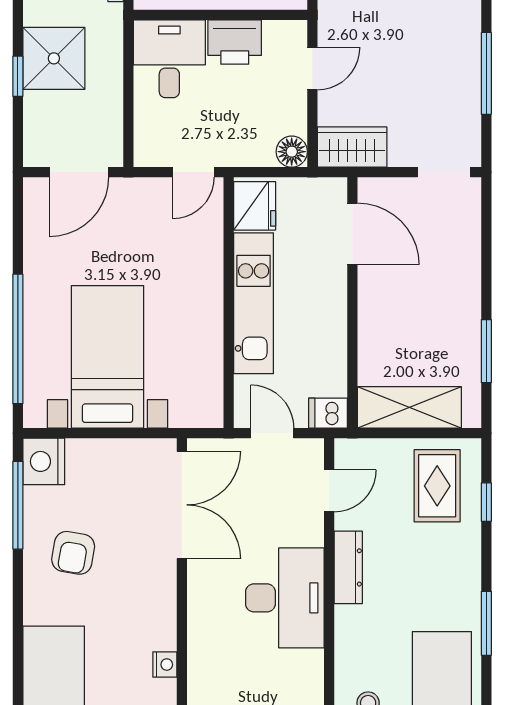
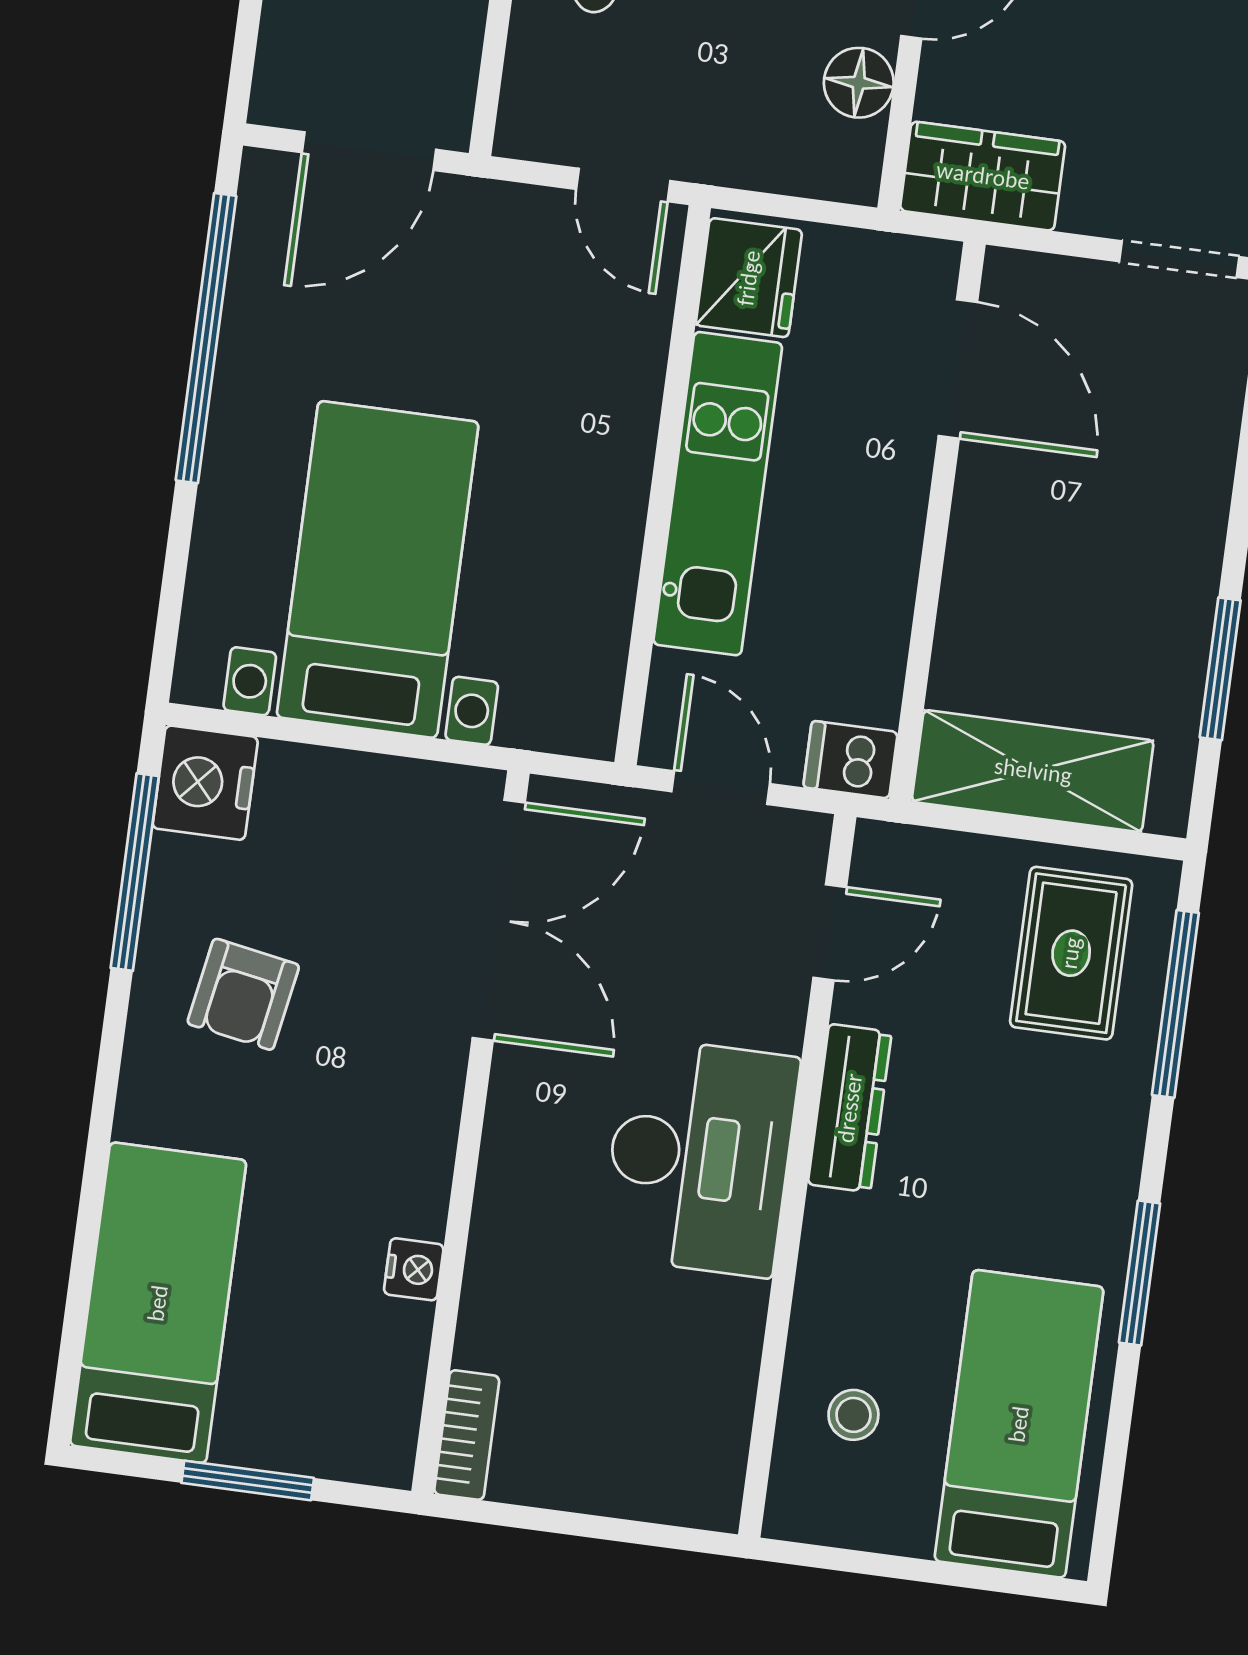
floor lamp: (292, 152) -> (859, 83), moved
door: (194, 172) -> (623, 185), hinge flipped
window: (18, 339) -> (206, 338), moved
window: (486, 502) -> (1175, 1004), width x2.17

